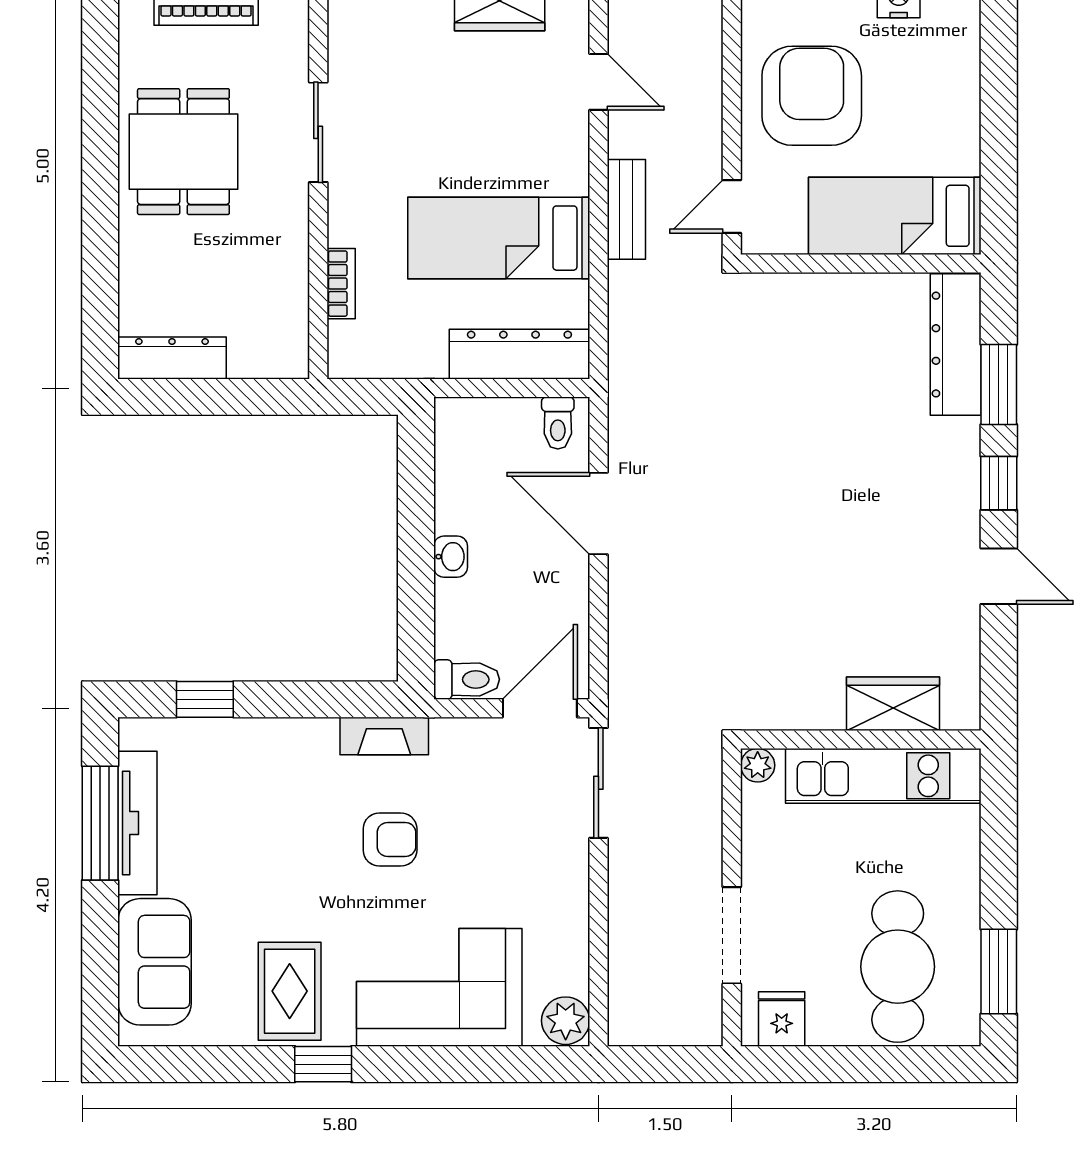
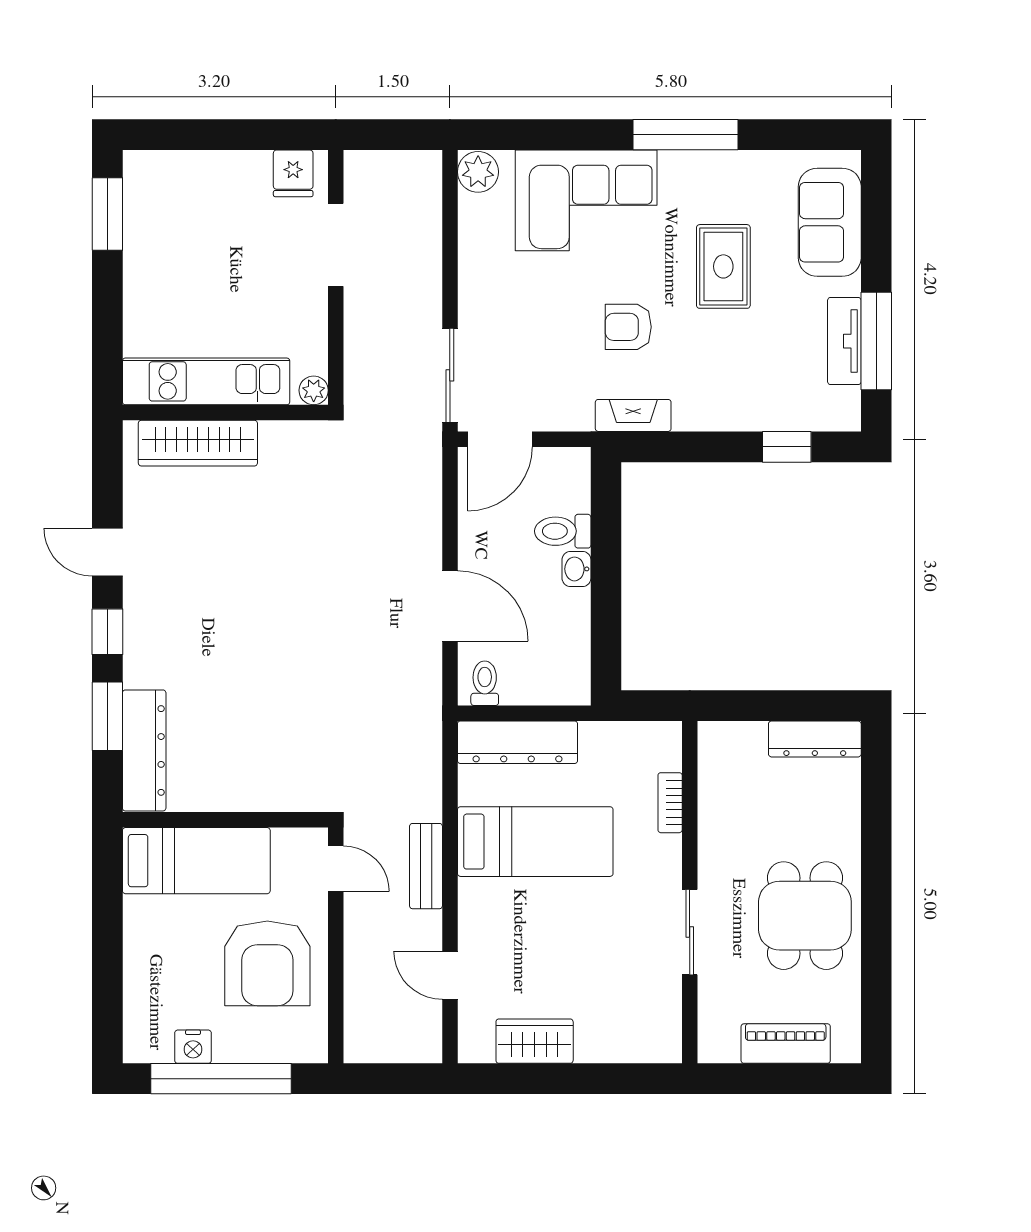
door: (732, 206) -> (336, 869), hinge flipped
toilet: (467, 679) -> (563, 531), moved
wardrobe: (893, 704) -> (198, 443), width x1.50
tv unit: (137, 823) -> (844, 341), width x0.71
cafe table: (898, 967) -> (194, 218), removed
rug: (290, 991) -> (723, 266), moved
window: (323, 1064) -> (686, 135), width x2.17

